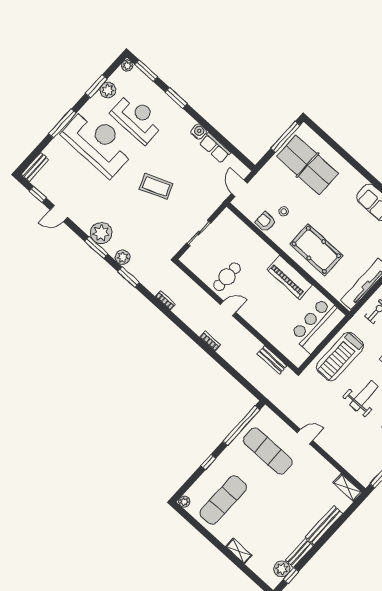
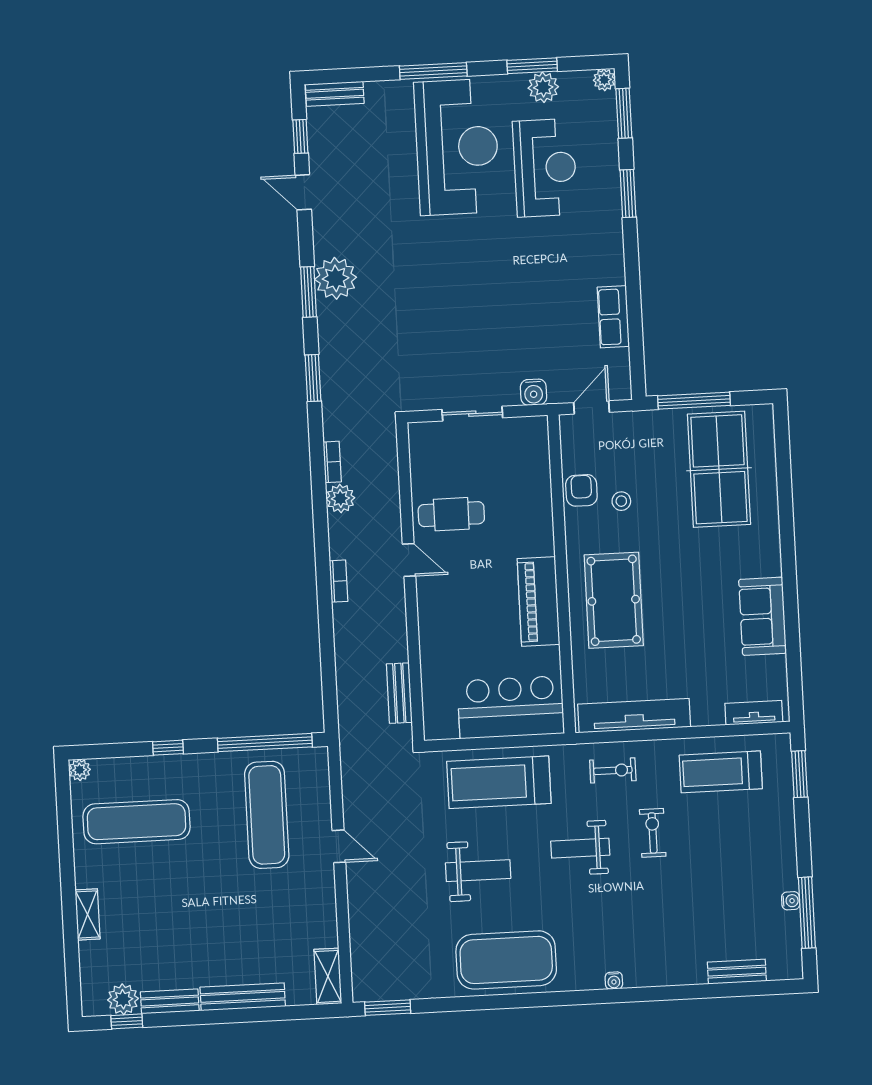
water cooler: (198, 132) -> (534, 392), moved, turned 90
window: (285, 137) -> (694, 401), moved
coffee table: (156, 186) -> (477, 289), removed
plant: (123, 257) -> (340, 498), moved

